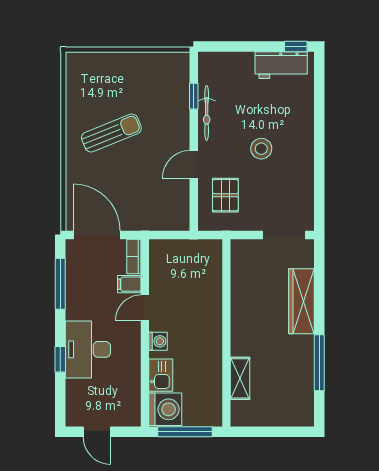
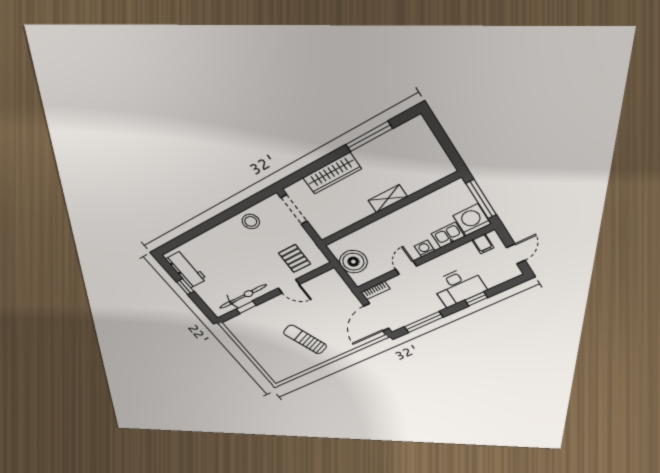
window: (296, 47) -> (185, 287), moved
bicycle: (207, 113) -> (243, 296), width x1.37, depth x1.40
stool: (261, 149) -> (251, 221), moved
pallet: (225, 195) -> (295, 258), turned 90
boiler: (185, 256) -> (353, 262), added
filing cabinet: (129, 284) -> (483, 244), moved
door: (145, 308) -> (406, 268), swing flipped
shelving: (240, 378) -> (388, 199), moved

